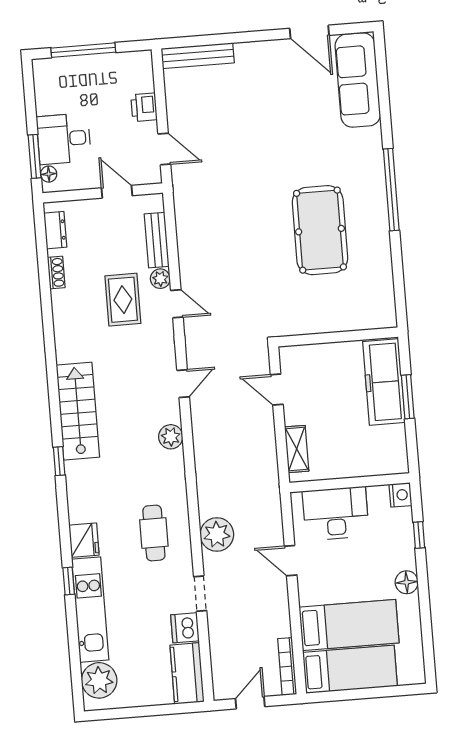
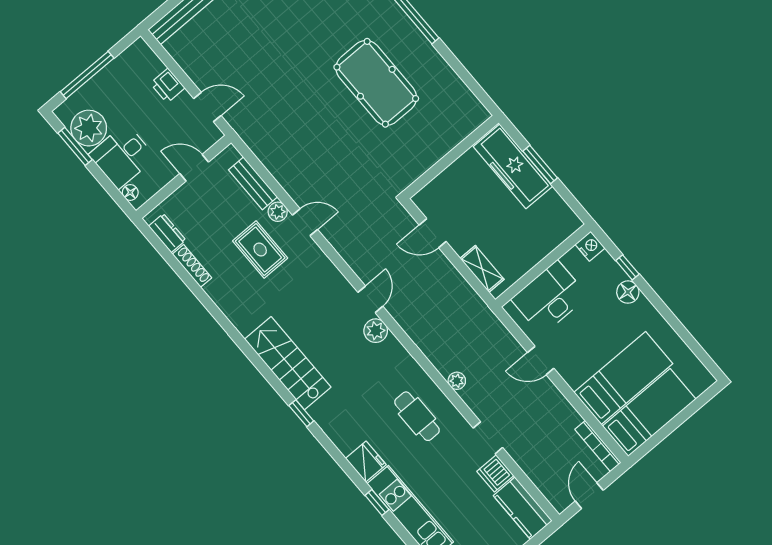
plant: (53, 95) -> (89, 128), added
window: (35, 156) -> (75, 146), moved
shoe rack: (56, 272) -> (192, 266), width x1.43
door: (183, 384) -> (370, 299), moved
plant: (217, 534) -> (457, 381), width x0.53, depth x0.53
floor lamp: (407, 582) -> (628, 292), moved

